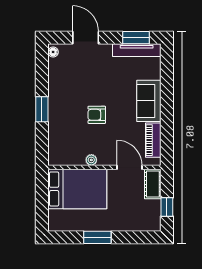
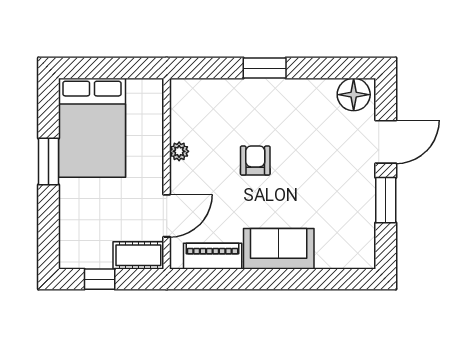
window: (136, 38) -> (386, 200), moved
tv unit: (137, 50) -> (365, 228), removed
floor lamp: (53, 52) -> (354, 95), width x1.89, depth x1.89
bed: (77, 189) -> (92, 128), moved

